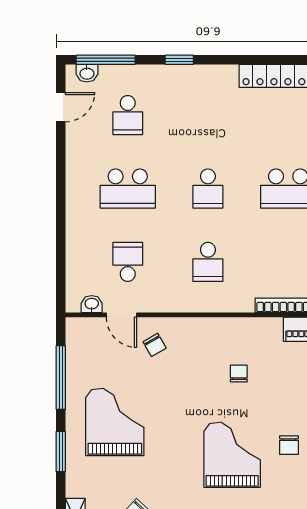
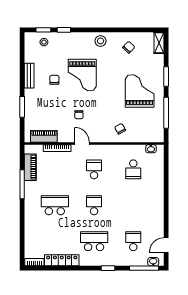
school desk: (128, 188) -> (94, 241), moved
door: (121, 315) -> (82, 143), moved
grand piano: (115, 422) -> (140, 91), turned 180

